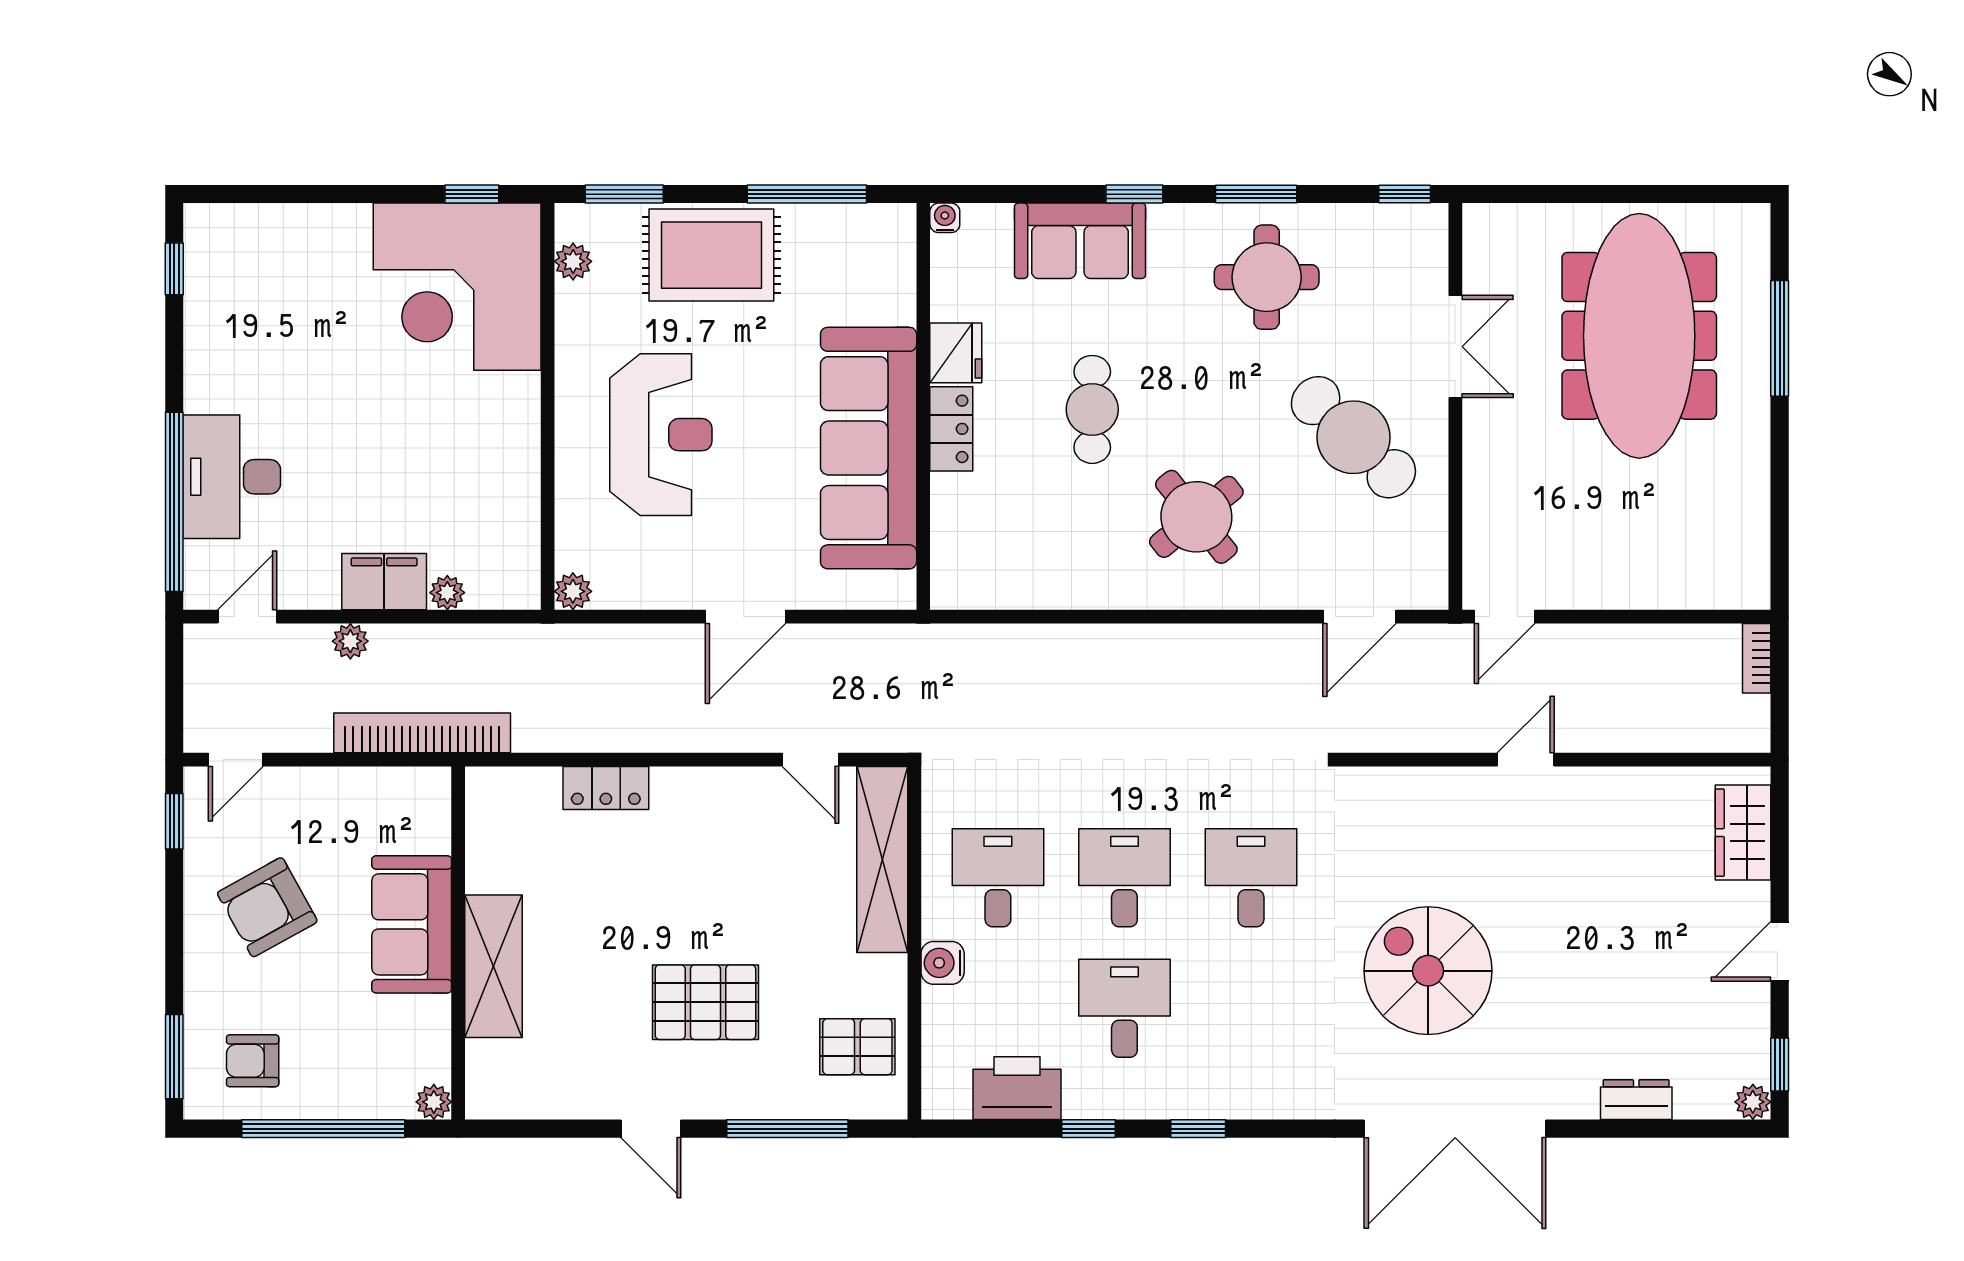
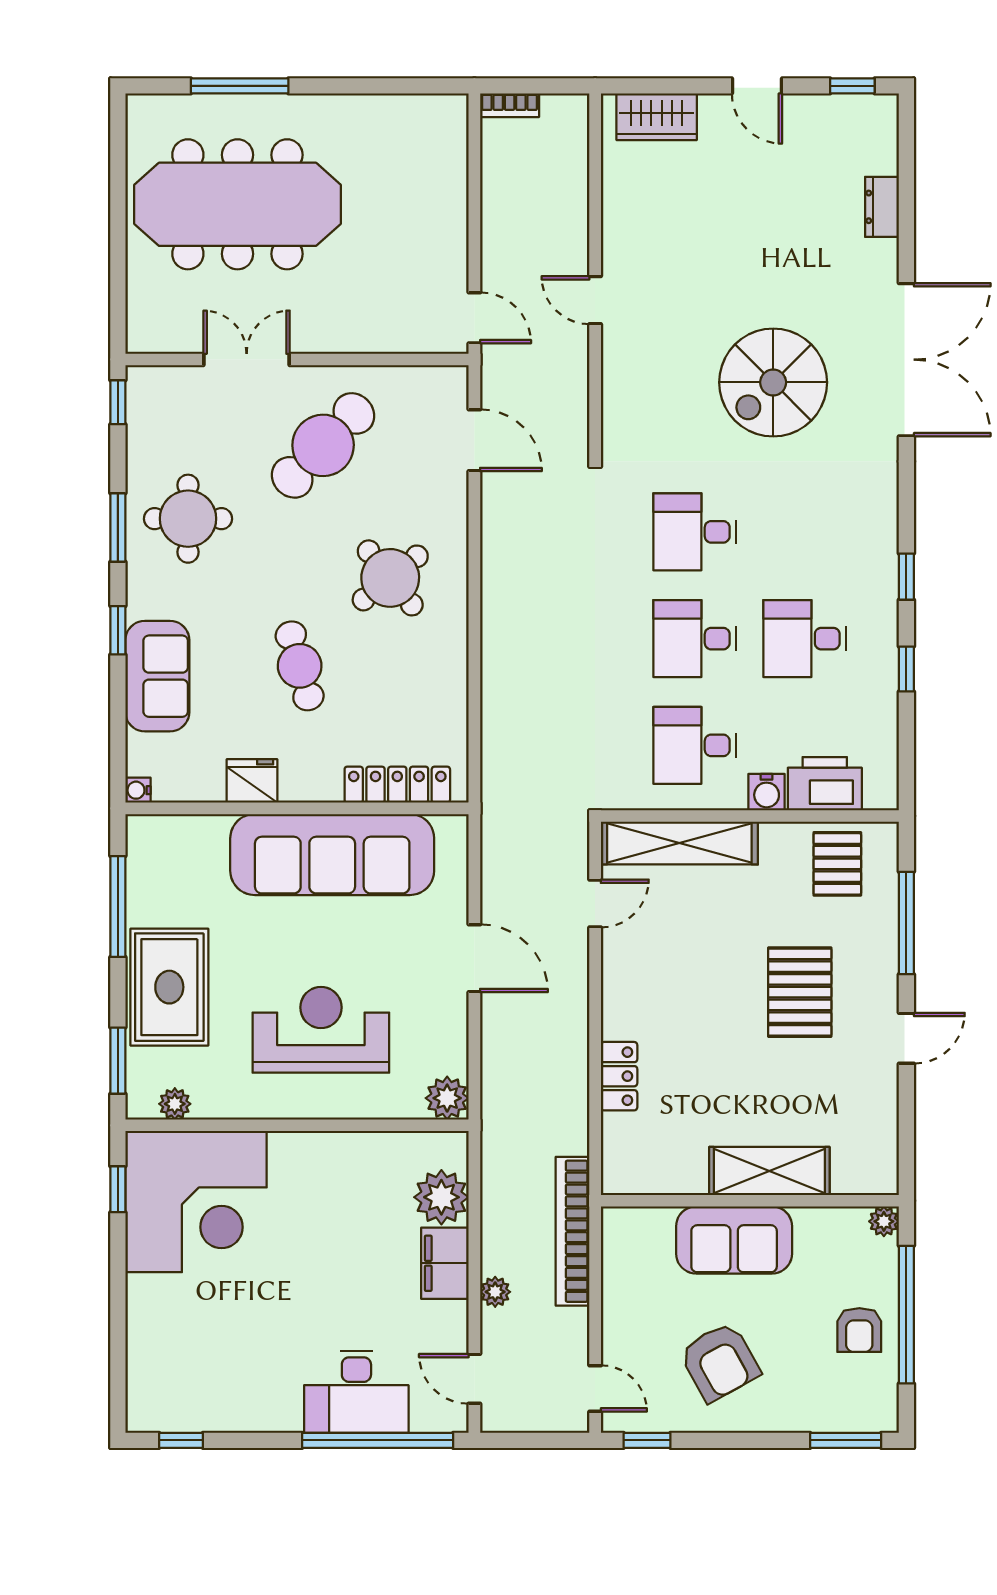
cafe table: (1092, 409) -> (300, 666), turned 74
locker: (951, 429) -> (397, 785), moved, width x1.53
plant: (573, 591) -> (447, 1098), width x1.38, depth x1.38
plant: (447, 593) -> (441, 1197), width x1.87, depth x1.87
armchair: (253, 1061) -> (859, 1330), moved
printer: (1017, 1088) -> (825, 784), moved, turned 90
plant: (1753, 1102) -> (884, 108), removed

